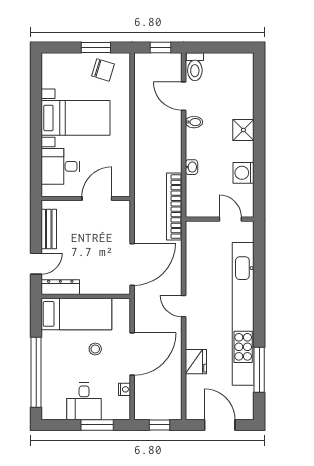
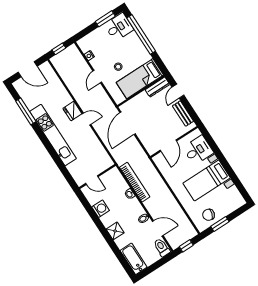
bathtub: (243, 76) -> (134, 259), added
bookcase: (174, 206) -> (135, 182), moved
kitchen unit: (243, 314) -> (53, 135), width x0.73
door: (132, 354) -> (97, 77), width x0.53
fridge: (196, 362) -> (72, 111), moved
desk: (84, 401) -> (119, 27), moved, turned 90
window: (97, 425) -> (105, 19), moved

